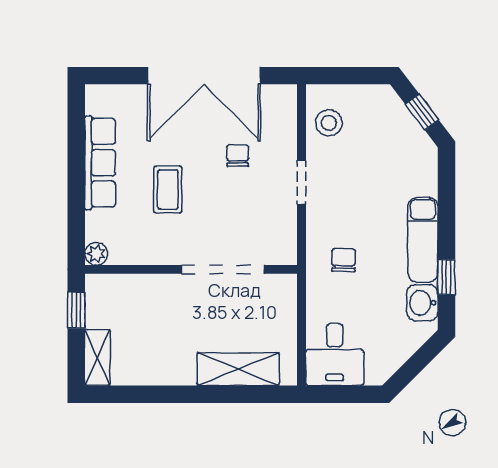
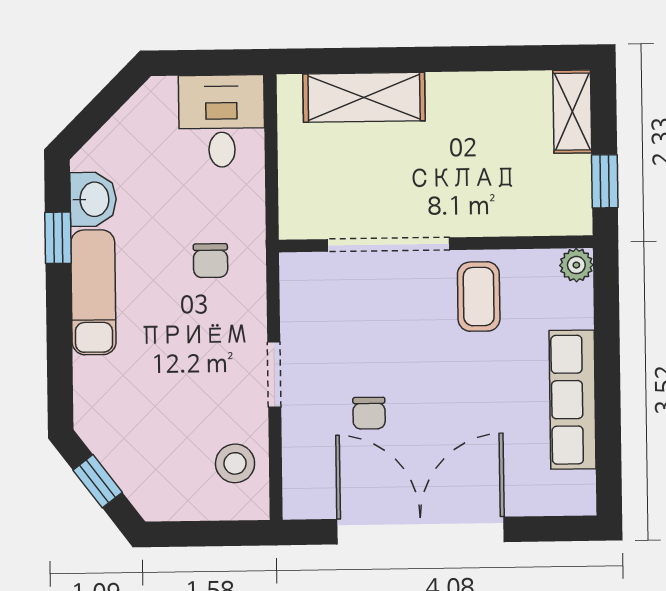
coffee table: (168, 190) -> (479, 297), moved

